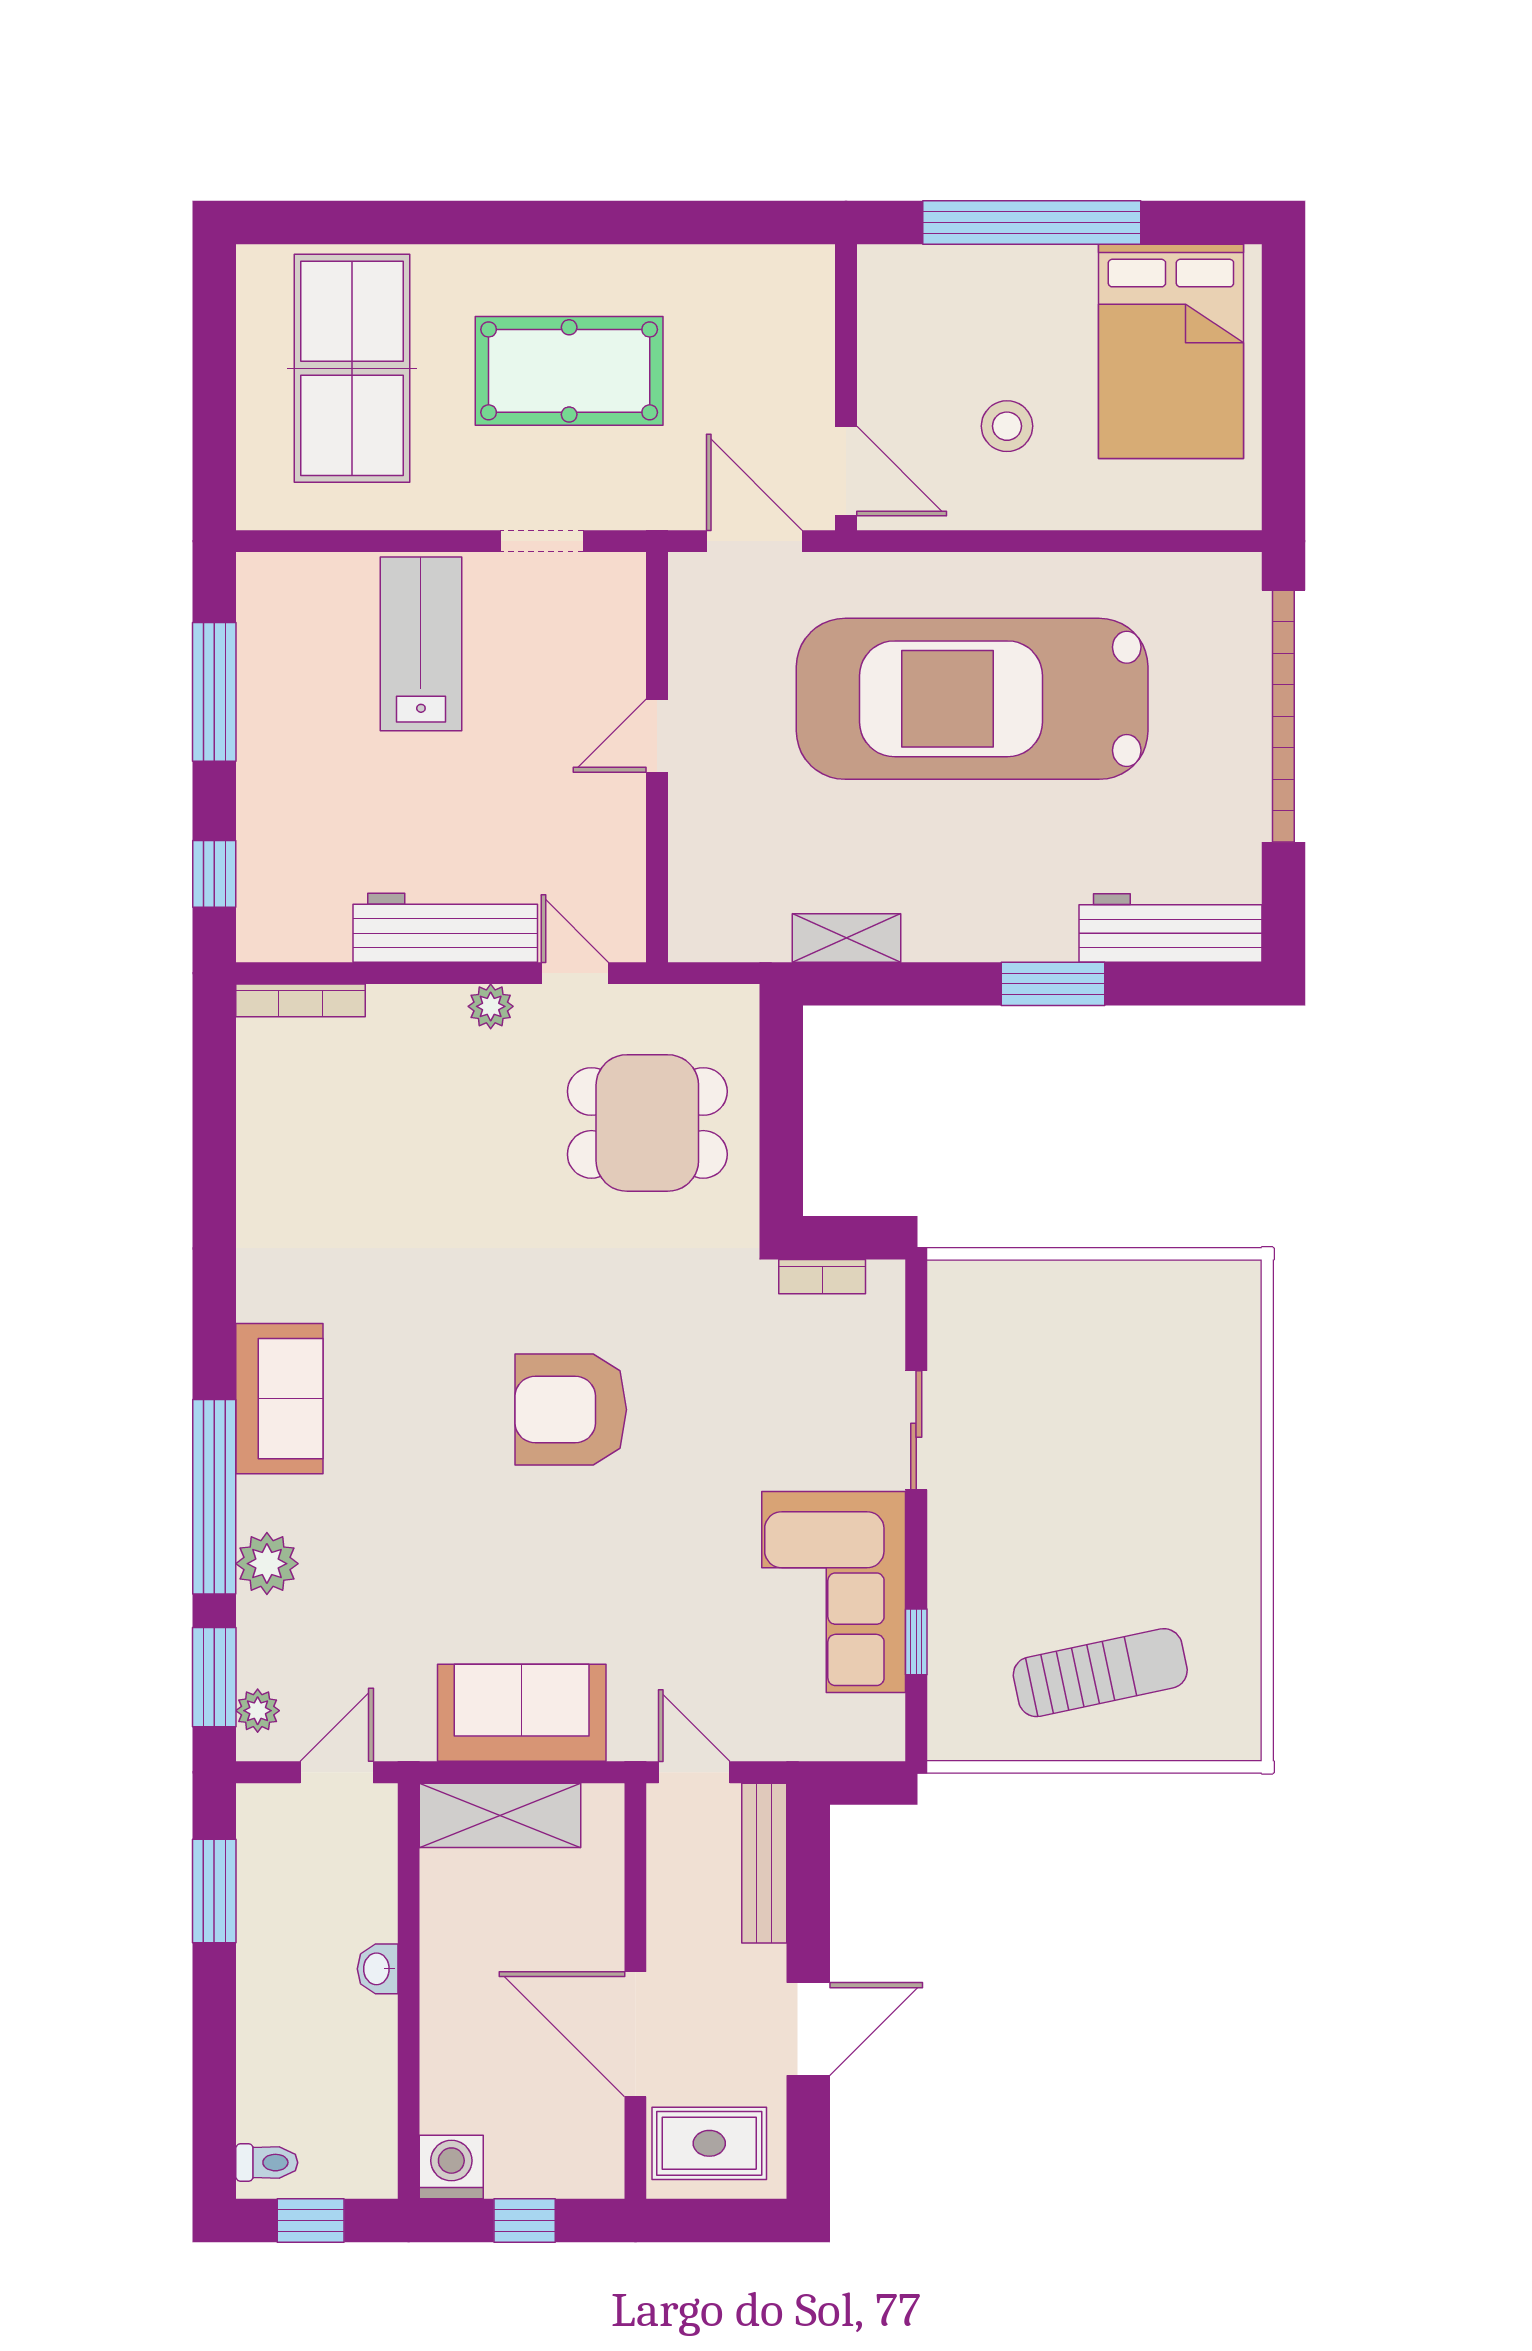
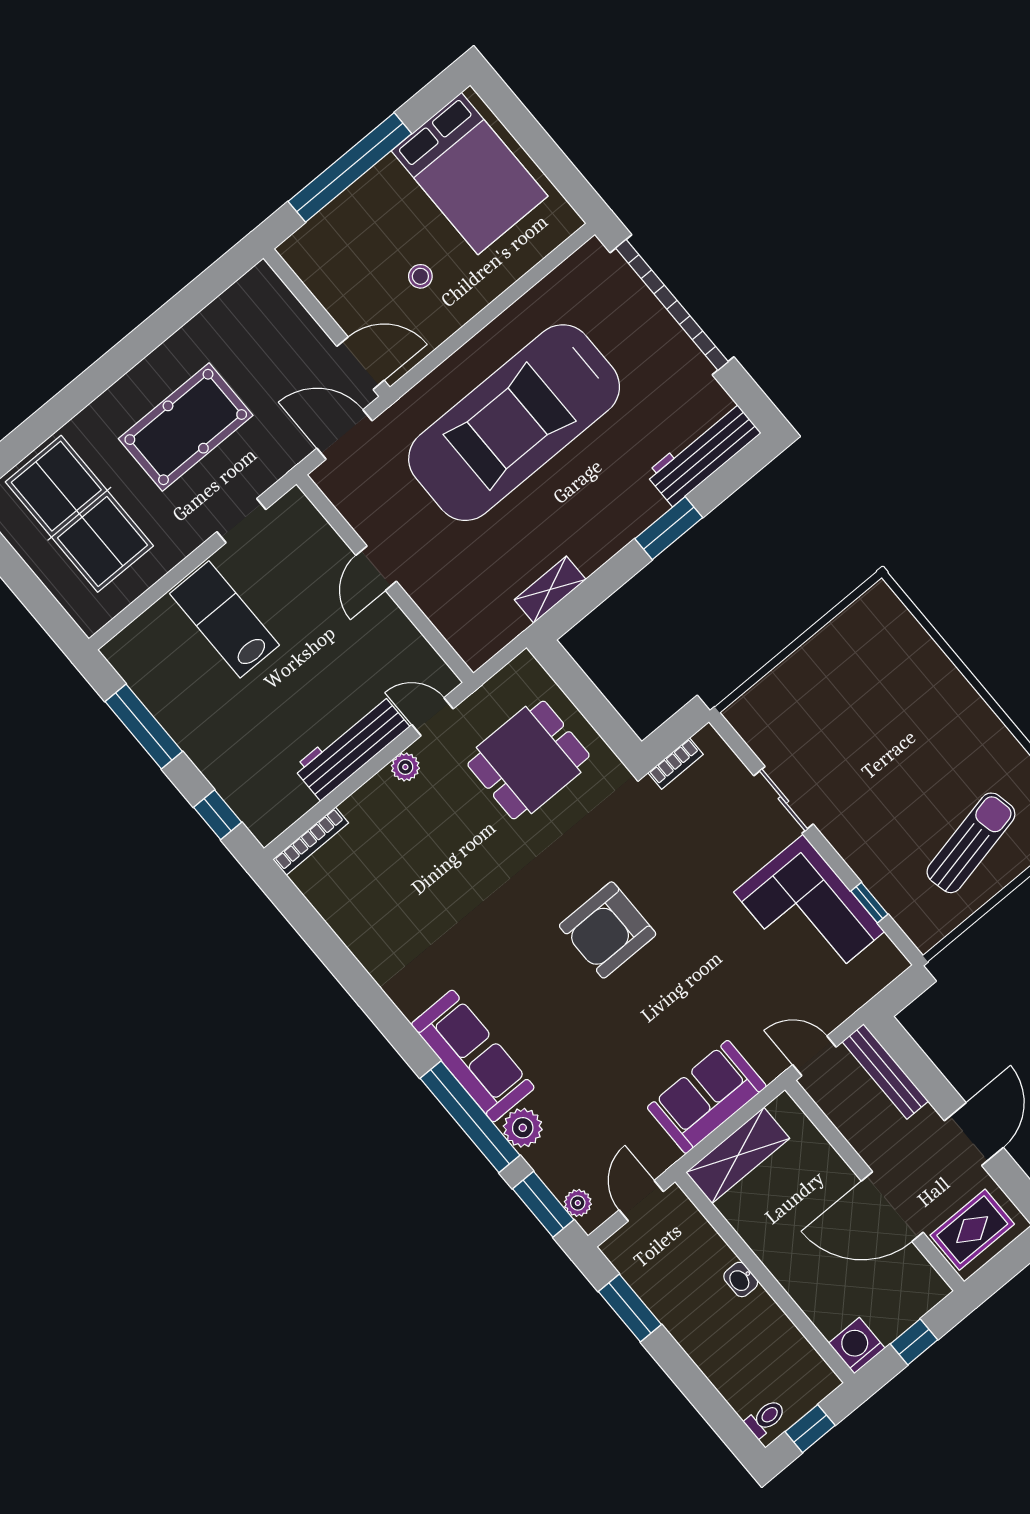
stool: (1007, 426) -> (420, 276), width x0.73, depth x0.73
sofa: (279, 1399) -> (473, 1056), width x1.36

